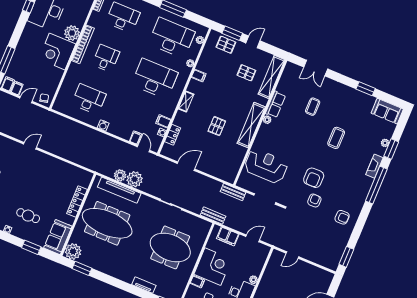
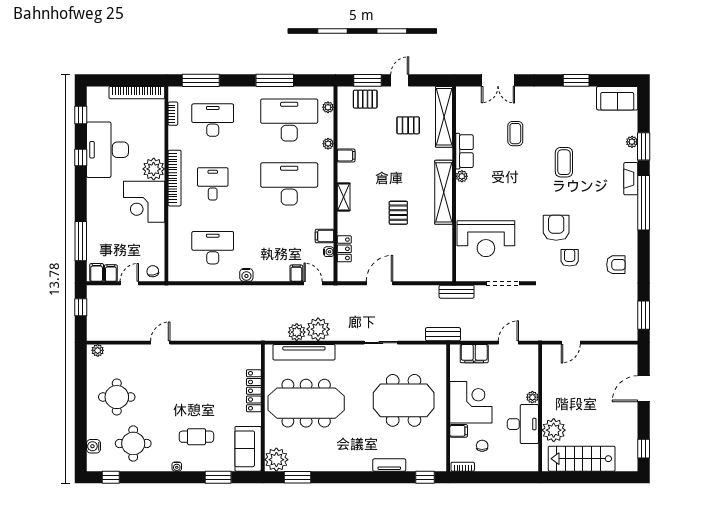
reception desk: (266, 166) -> (486, 239), turned 180
armchair: (314, 178) -> (556, 228), turned 180

